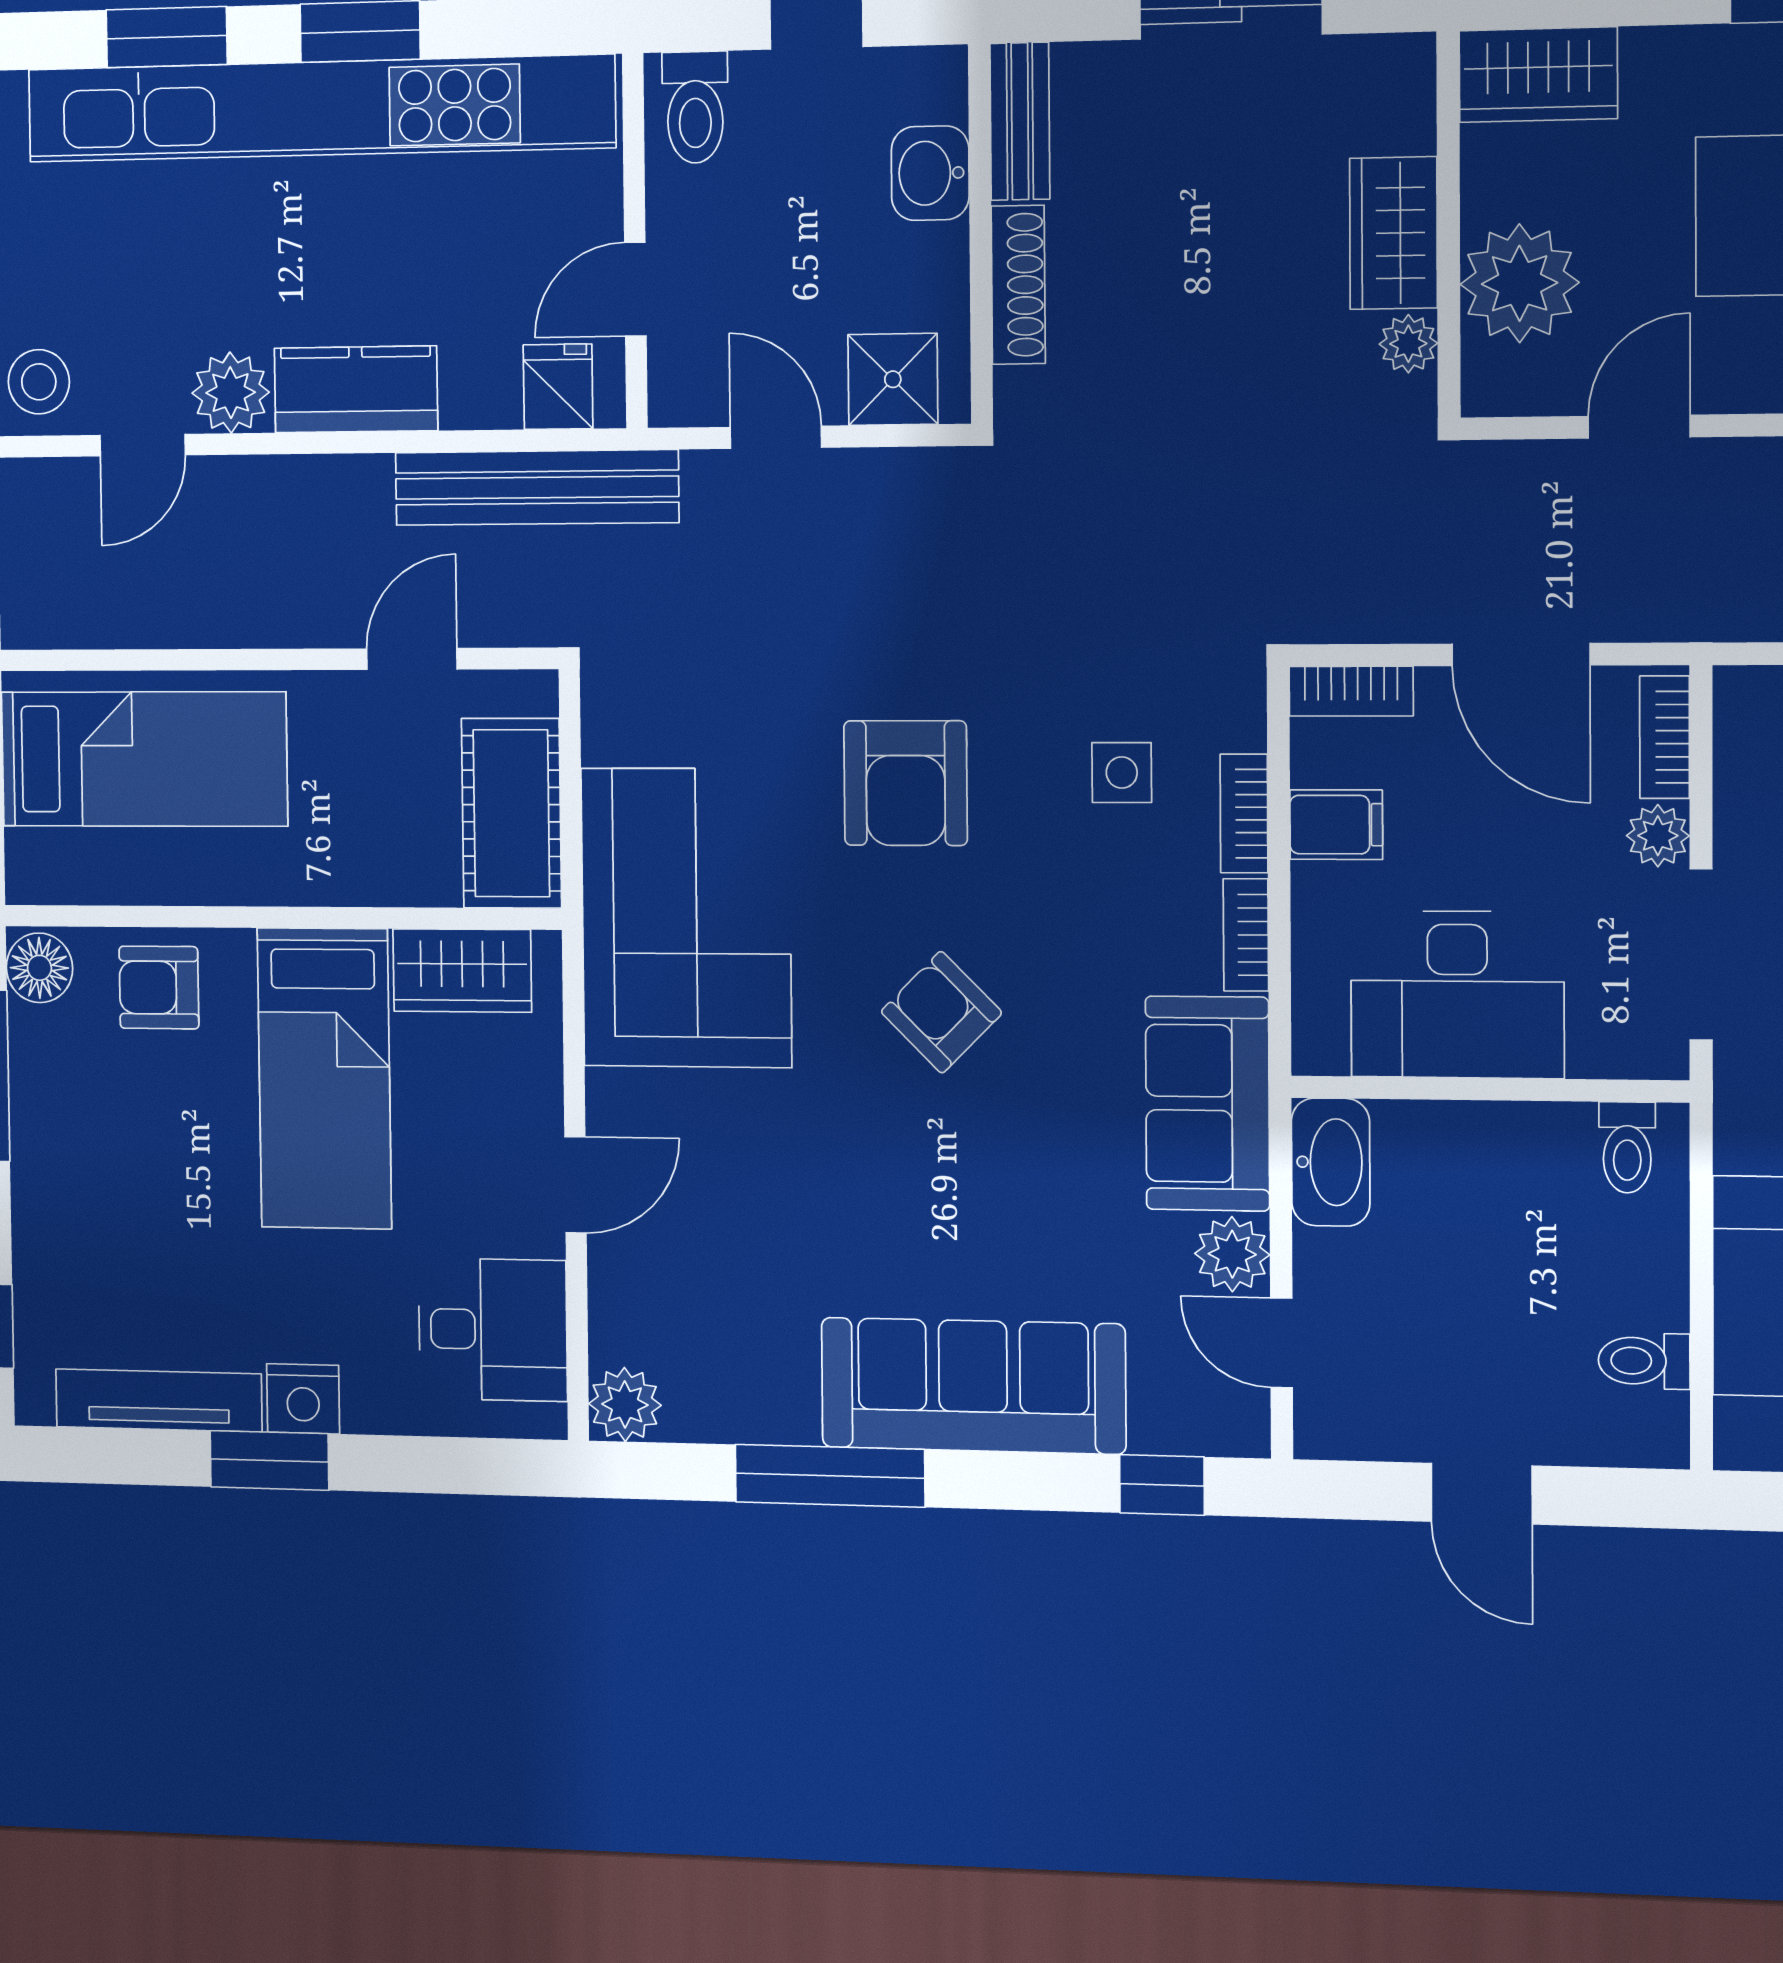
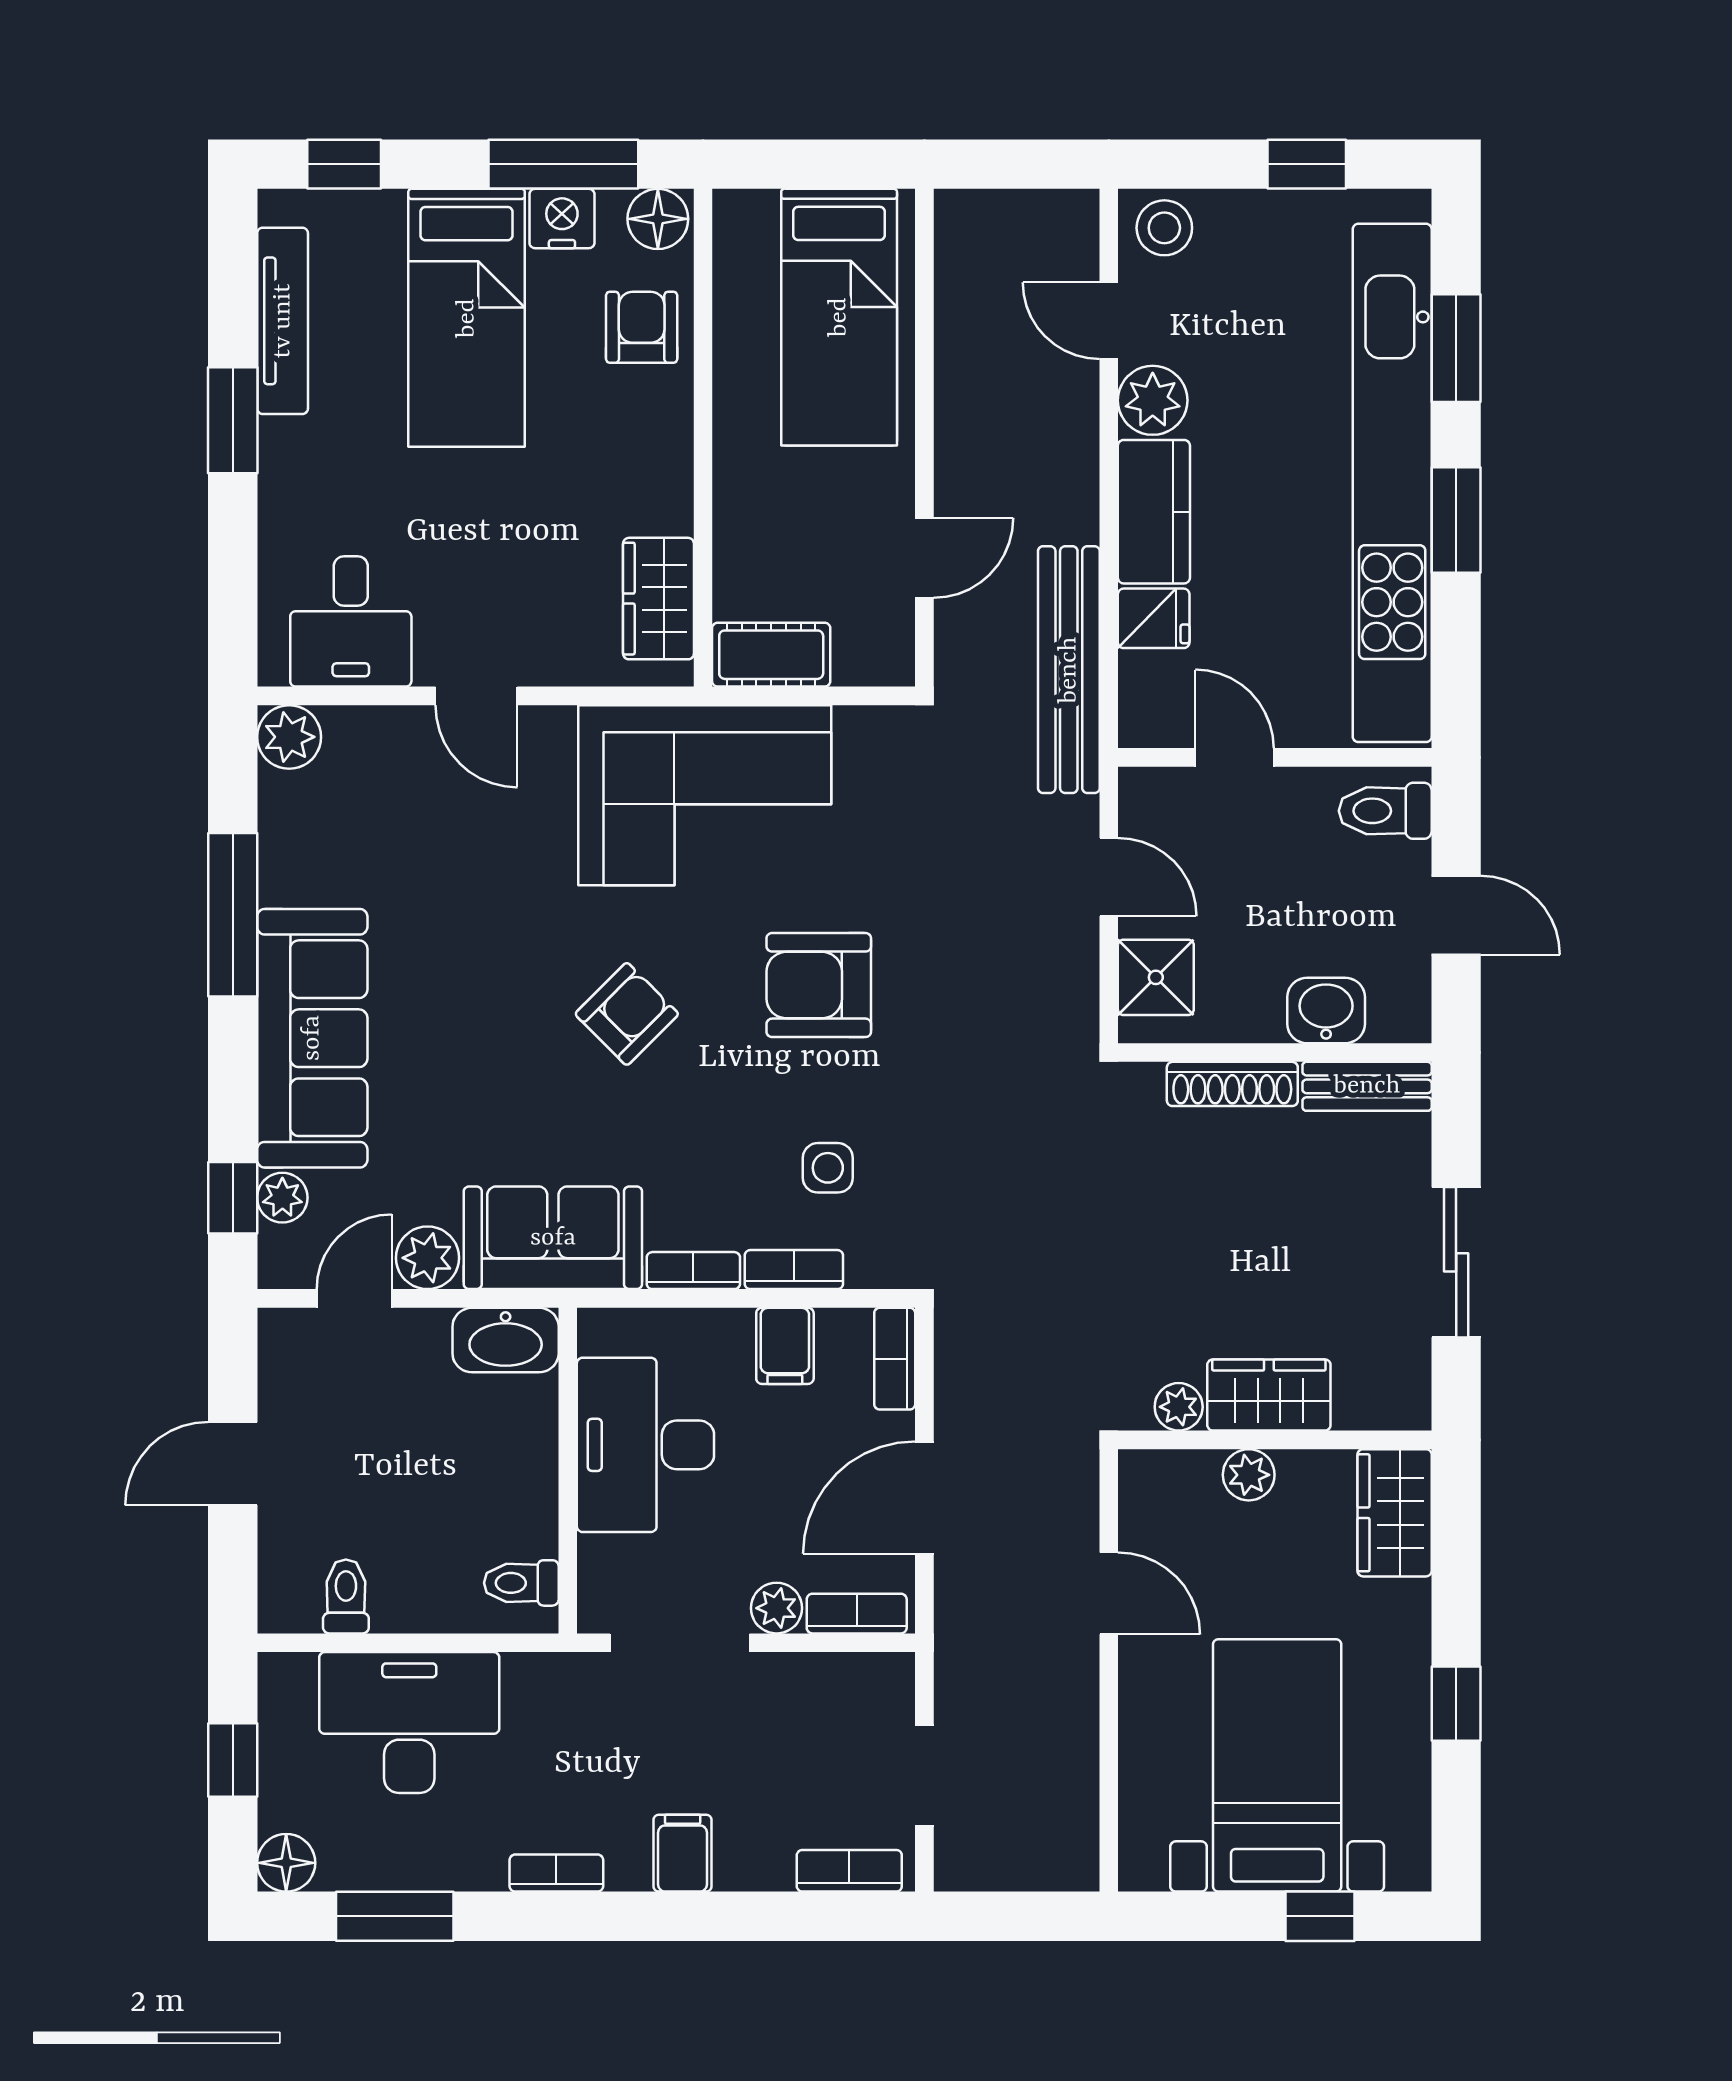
plant: (1520, 283) -> (1249, 1475), width x0.53, depth x0.53
fridge: (558, 387) -> (1154, 618), moved
door: (776, 437) -> (1109, 877), hinge flipped
door: (412, 659) -> (924, 558), hinge flipped
cot: (511, 813) -> (771, 655), width x0.73, depth x0.75
bed: (324, 1078) -> (467, 318), moved, turned -90
nightstand: (303, 1399) -> (562, 219), moved, turned 90
plant: (1161, 1426) -> (282, 1198), added

